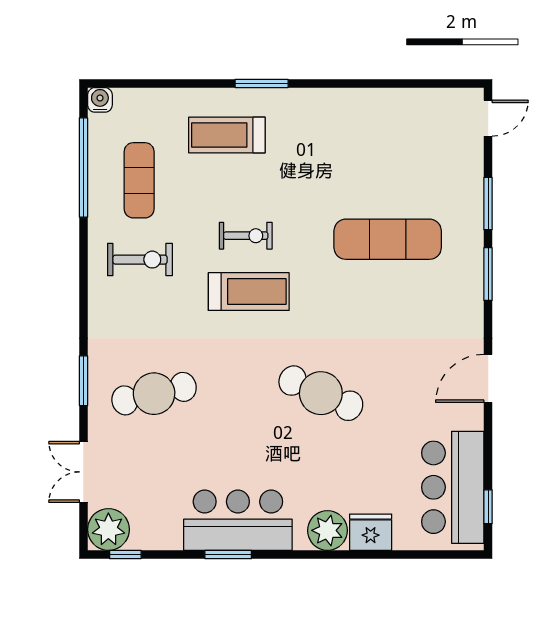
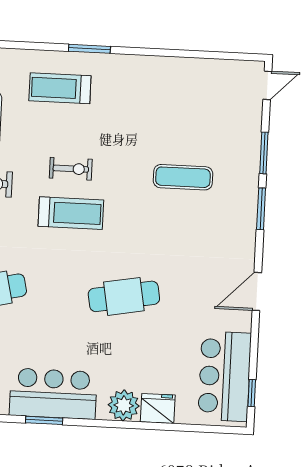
exercise mat: (388, 239) -> (183, 177), width x0.73, depth x0.69
cafe table: (321, 393) -> (124, 296), turned -34

